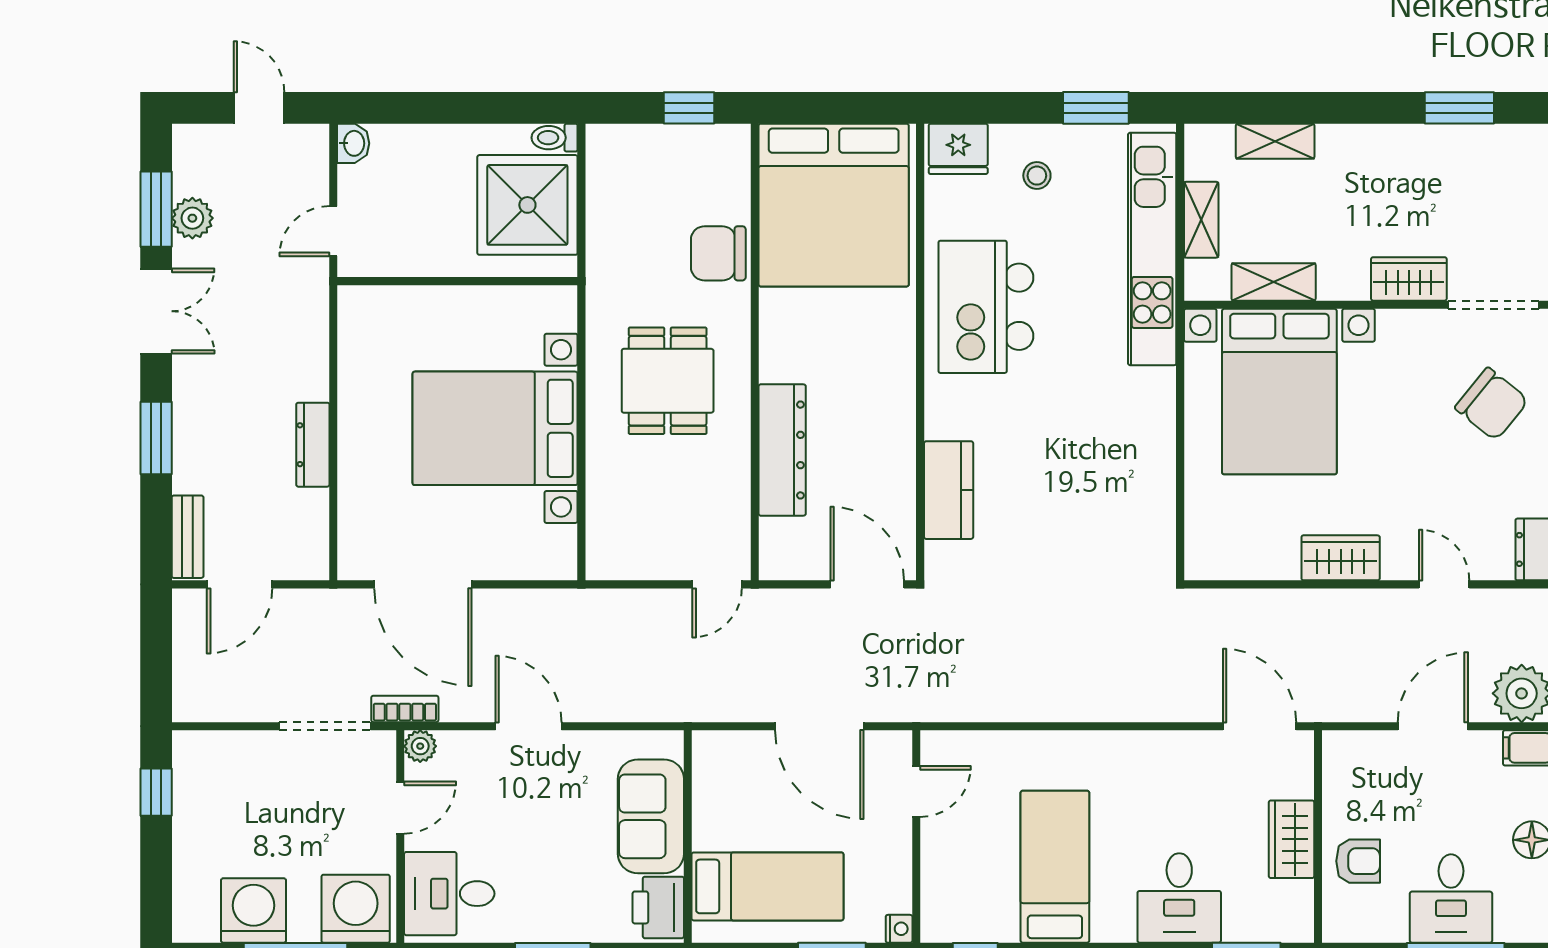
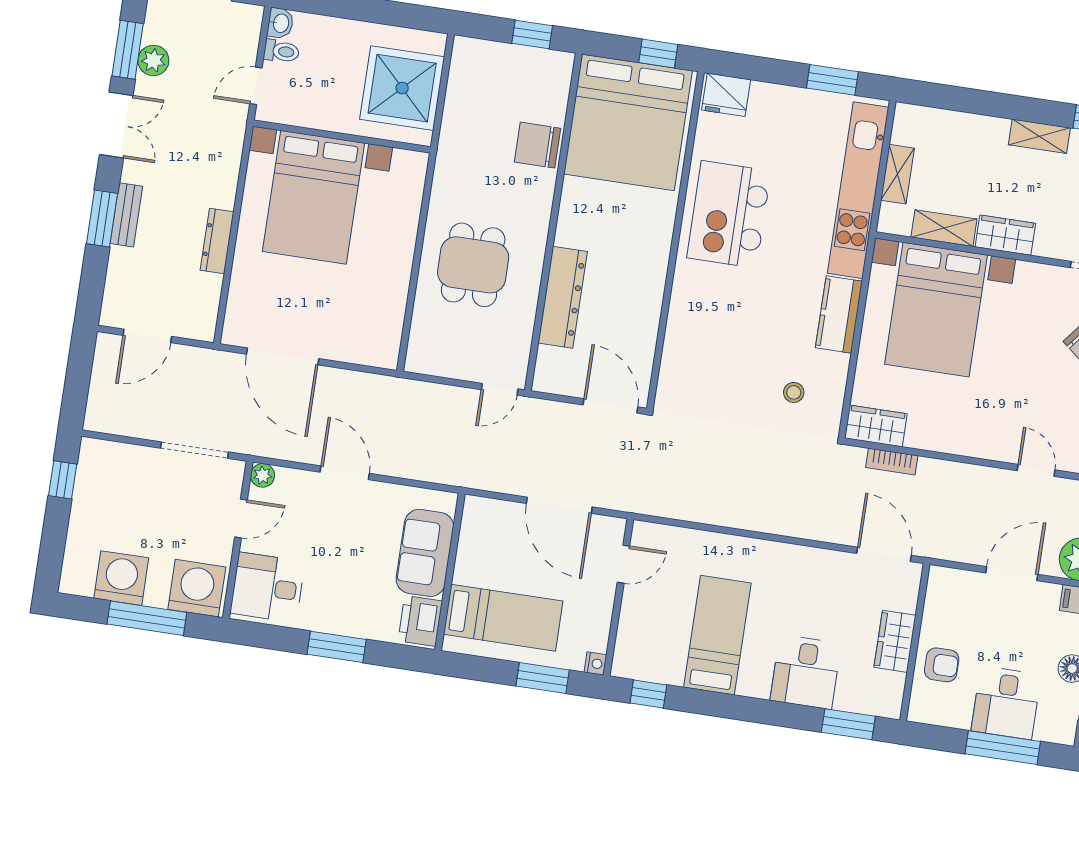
window: (860, 108) -> (658, 54), added
toilet: (555, 138) -> (281, 51), moved, turned 180
shelving: (1275, 141) -> (1039, 136), moved
stool: (1037, 176) -> (794, 392), moved
wardrobe: (1409, 279) -> (1005, 235), moved
dining table: (668, 381) -> (473, 265), moved
bed with nightstands: (495, 428) -> (313, 197), moved, turned -90
kitchen counter: (949, 490) -> (839, 315), moved, turned 180
bench: (188, 537) -> (126, 215), moved
wardrobe: (1341, 558) -> (876, 426), moved
bookcase: (405, 709) -> (892, 462), moved, turned 180

